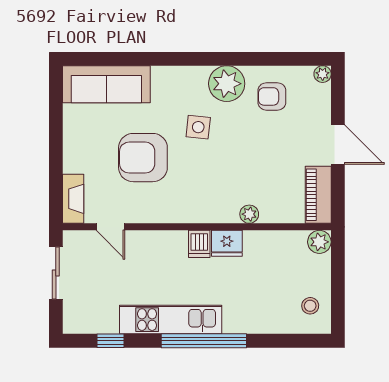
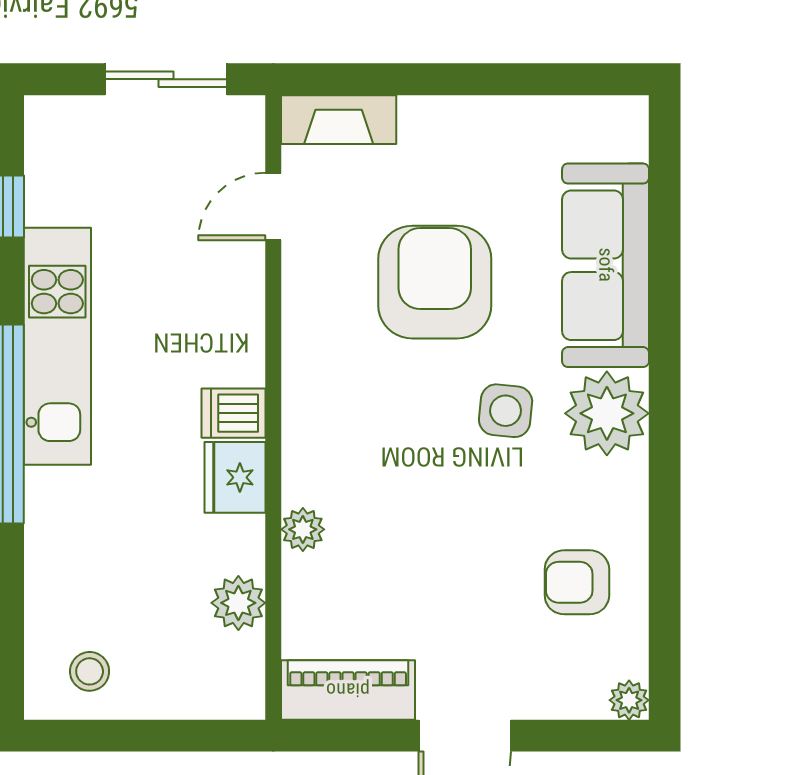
sofa: (106, 84) -> (606, 265), moved
plant: (227, 84) -> (607, 413), moved
armchair: (272, 96) -> (577, 582), turned -90
plant: (319, 242) -> (238, 603), moved

